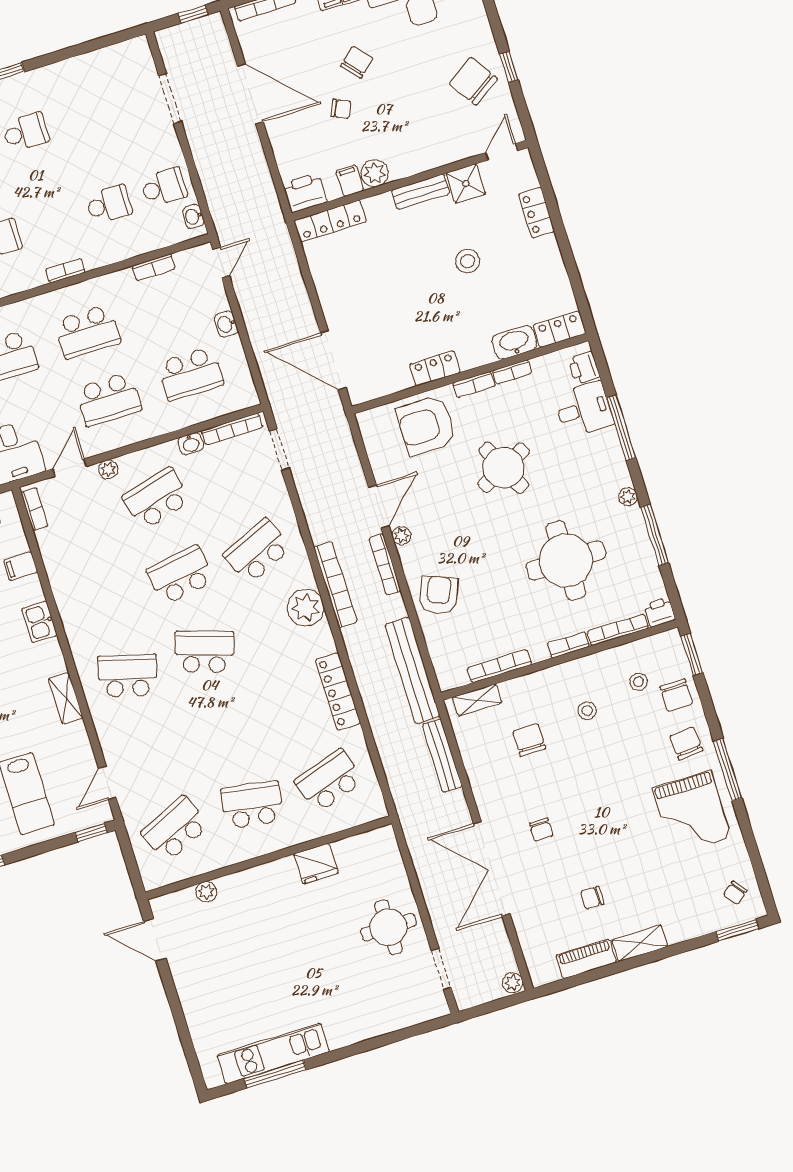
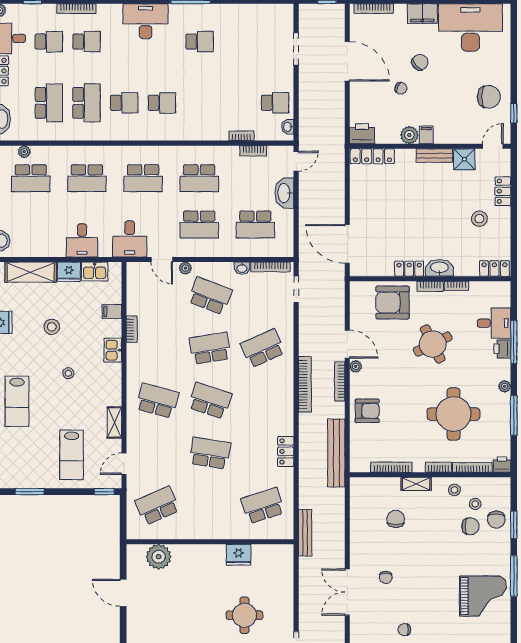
window: (509, 67) -> (514, 113), moved
chair: (473, 81) -> (489, 97), turned 124
filing cabinet: (350, 181) -> (426, 135), moved
school desk: (109, 204) -> (237, 103), removed
stool: (468, 261) -> (479, 219), moved
bookcase: (65, 271) -> (241, 136), moved
washbasin: (226, 324) -> (284, 193), width x1.91, depth x1.45
washbasin: (514, 342) -> (440, 268), moved
printer: (584, 368) -> (502, 349), moved
door: (70, 468) -> (162, 260), swing flipped
school desk: (157, 498) -> (210, 296), turned 36
door: (379, 507) -> (347, 344), hinge flipped
bookcase: (34, 509) -> (132, 329), moved
armchair: (438, 595) -> (367, 411), turned 67
plant: (306, 608) -> (282, 393), removed
window: (692, 654) -> (514, 525), moved
locker: (338, 691) -> (286, 451), width x0.66
shelving: (66, 698) -> (114, 422), moved
shelving: (477, 700) -> (416, 484), moved
stool: (587, 711) -> (454, 490), moved
chair: (686, 743) -> (470, 526), moved, turned 95
bench: (442, 756) -> (305, 533), moved
school desk: (252, 805) -> (210, 453), moved
grand piano: (692, 813) -> (483, 596), turned -90
double door: (492, 869) -> (347, 592), width x0.73
plant: (206, 892) -> (159, 557), width x1.88, depth x1.88
round table: (388, 927) -> (244, 615), moved
door: (155, 940) -> (123, 593), moved

